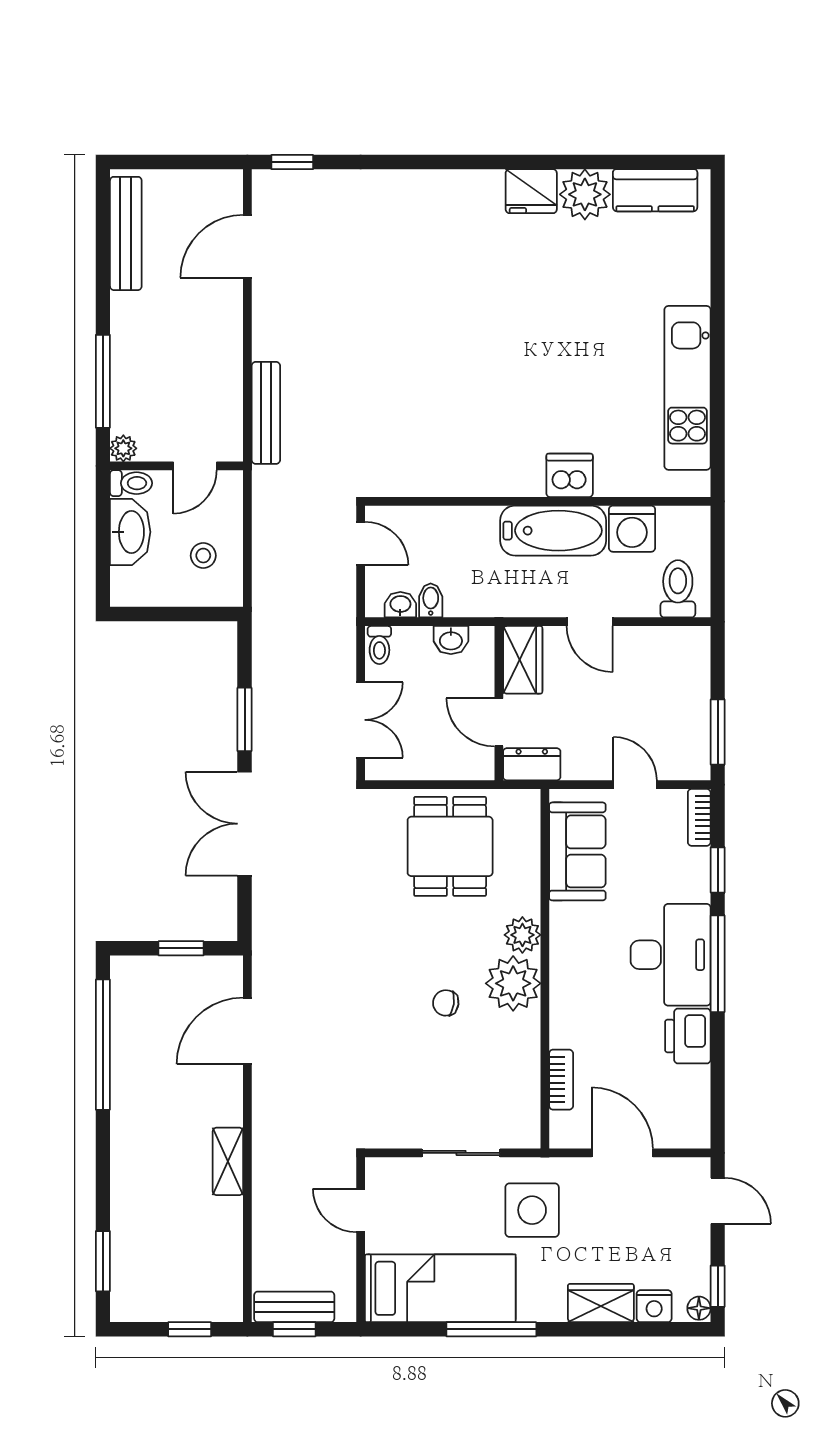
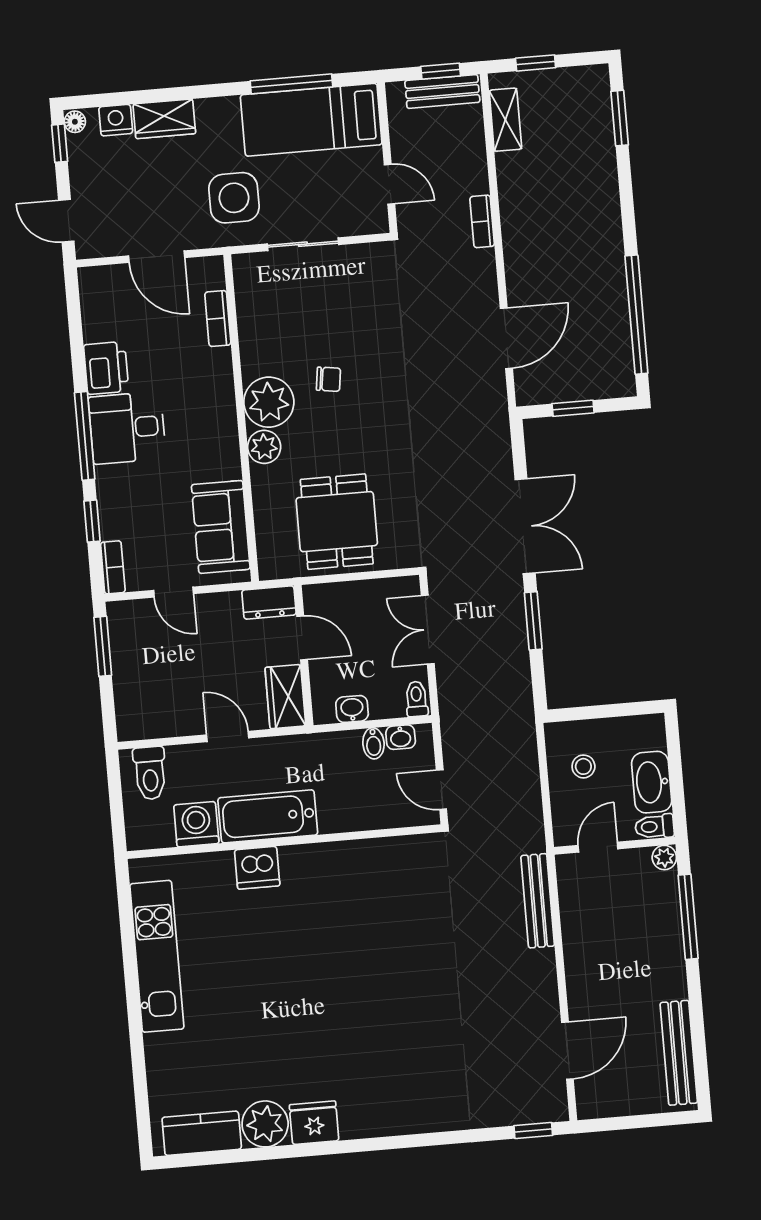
desk: (671, 955) -> (127, 428), width x0.73
shelving: (228, 1161) -> (505, 120), moved
bookcase: (263, 1161) -> (482, 221), added
window: (491, 1329) -> (291, 84), moved

